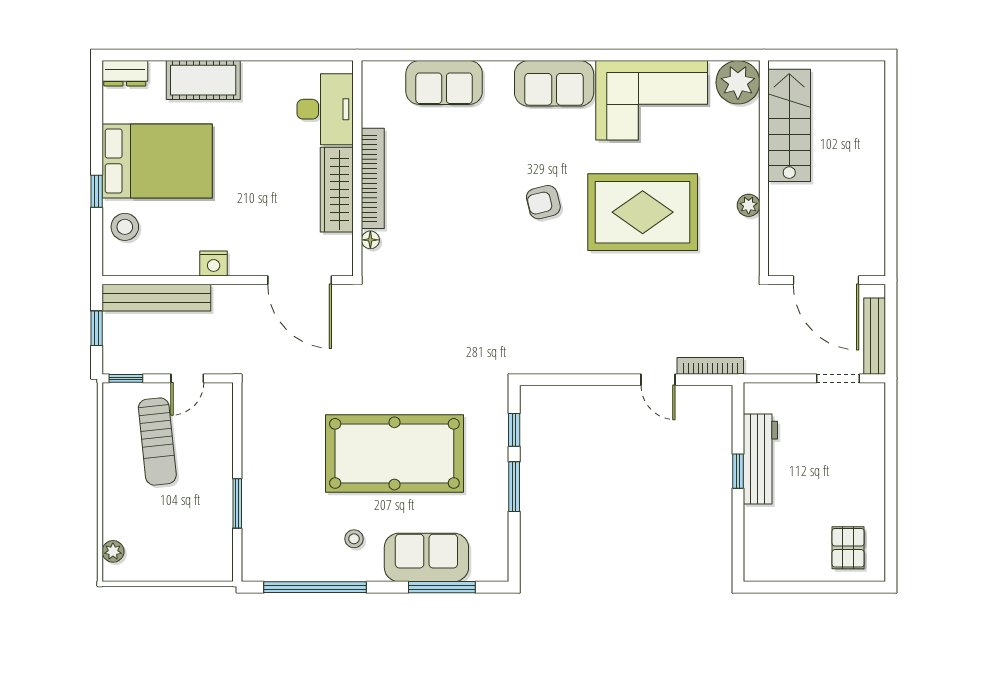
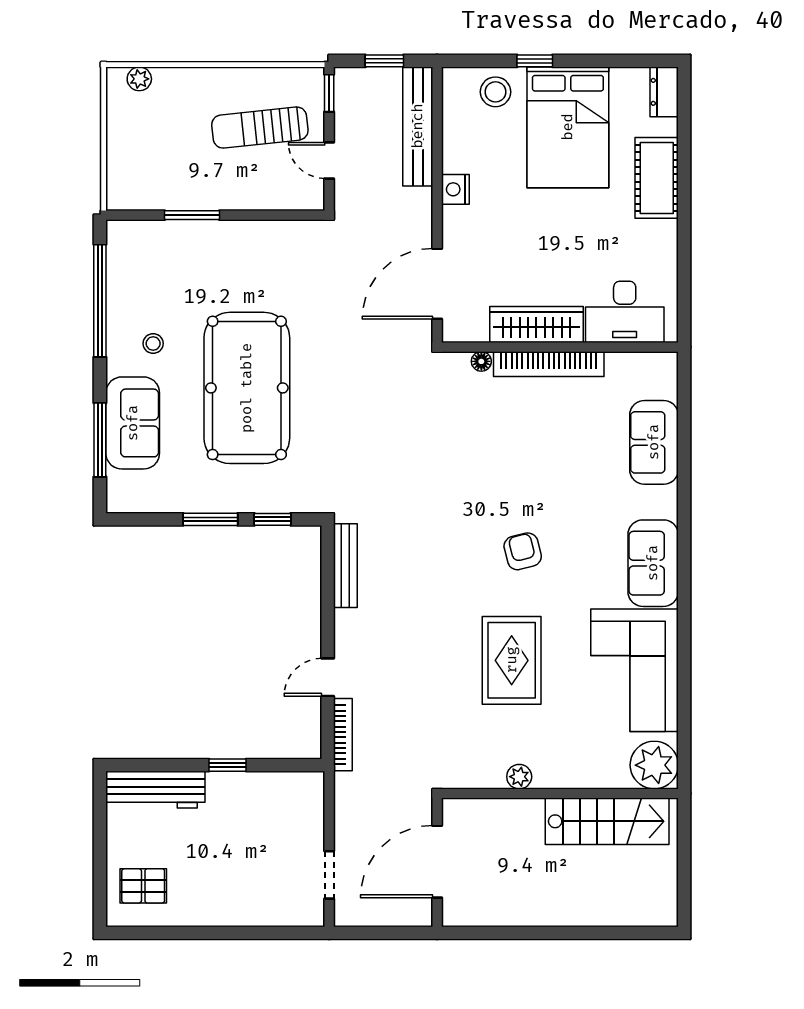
rug: (643, 212) -> (512, 660), width x0.73, depth x0.69
bench: (875, 336) -> (345, 566), moved, turned 90
workbench: (760, 459) -> (155, 790), moved

